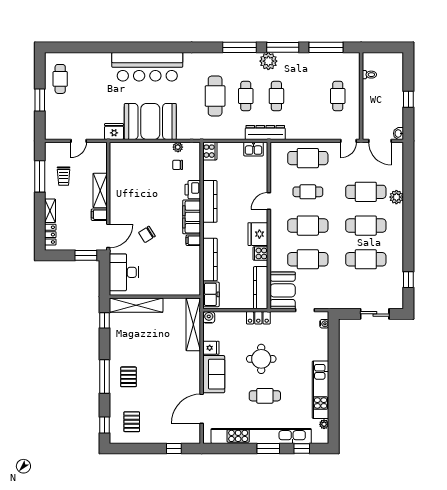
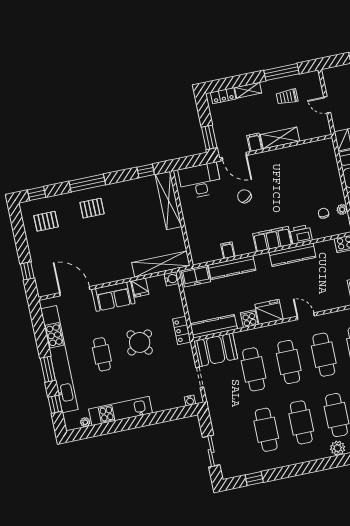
cafe table: (308, 192) -> (324, 355), width x1.37, depth x1.35
filing cabinet: (193, 240) -> (228, 250), moved
round table: (261, 359) -> (140, 342), turned -36

